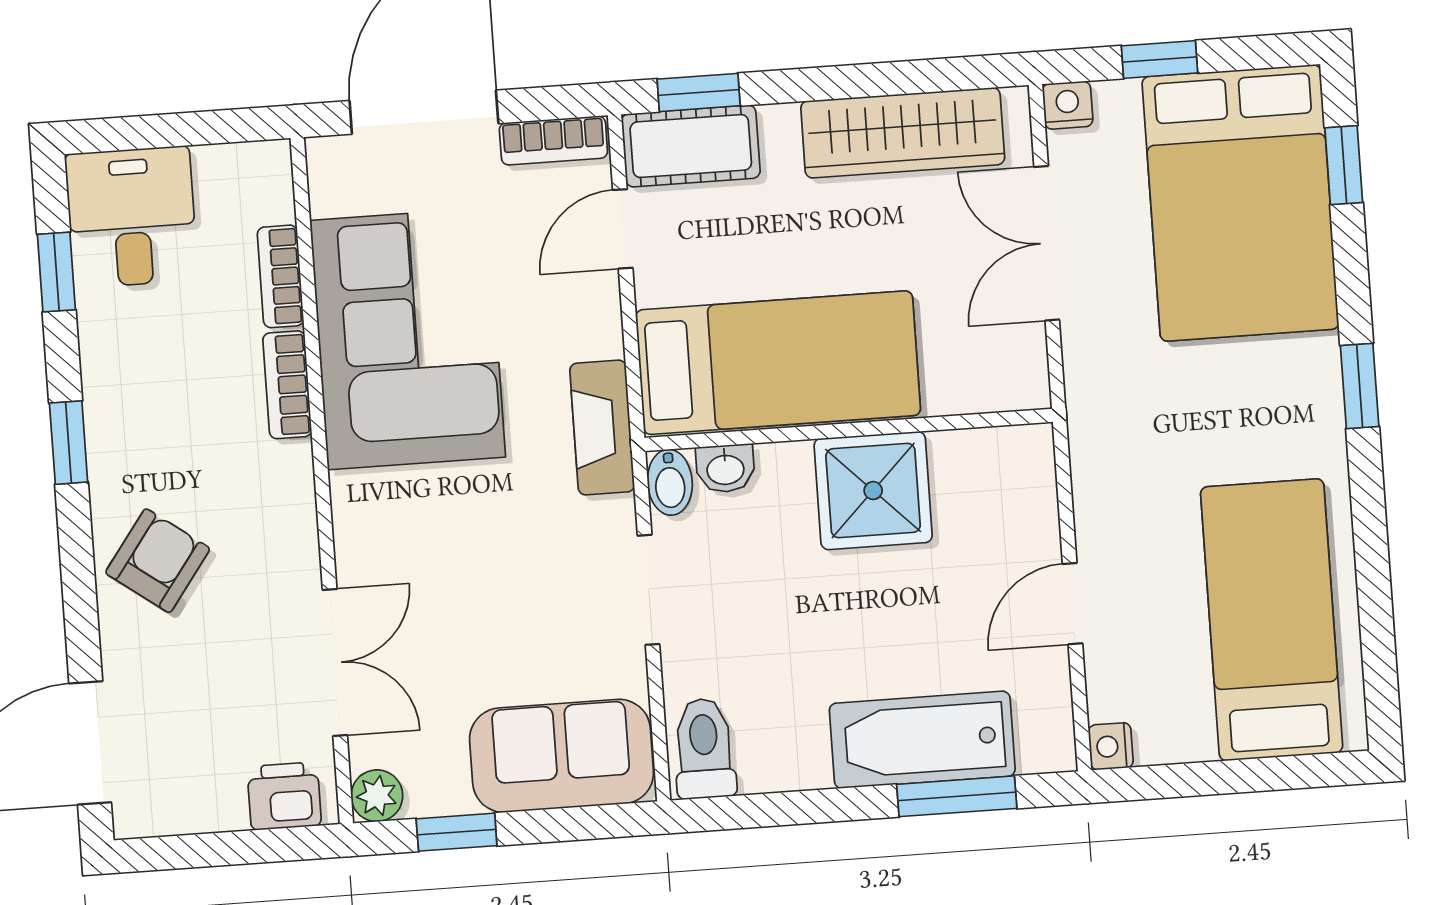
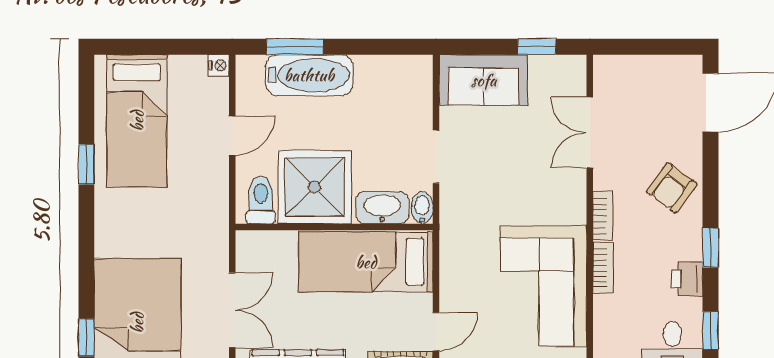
bookcase: (280, 276) -> (603, 216), moved
window: (1360, 386) -> (86, 164), moved
fireplace: (602, 428) -> (453, 237), removed
washbasin: (725, 469) -> (382, 208), width x1.91, depth x1.45
shower: (873, 491) -> (315, 187), width x1.37, depth x1.37
toilet: (704, 748) -> (261, 200), moved, turned 180
printer: (284, 796) -> (687, 279), moved, turned 90
plant: (377, 796) -> (574, 67), removed

